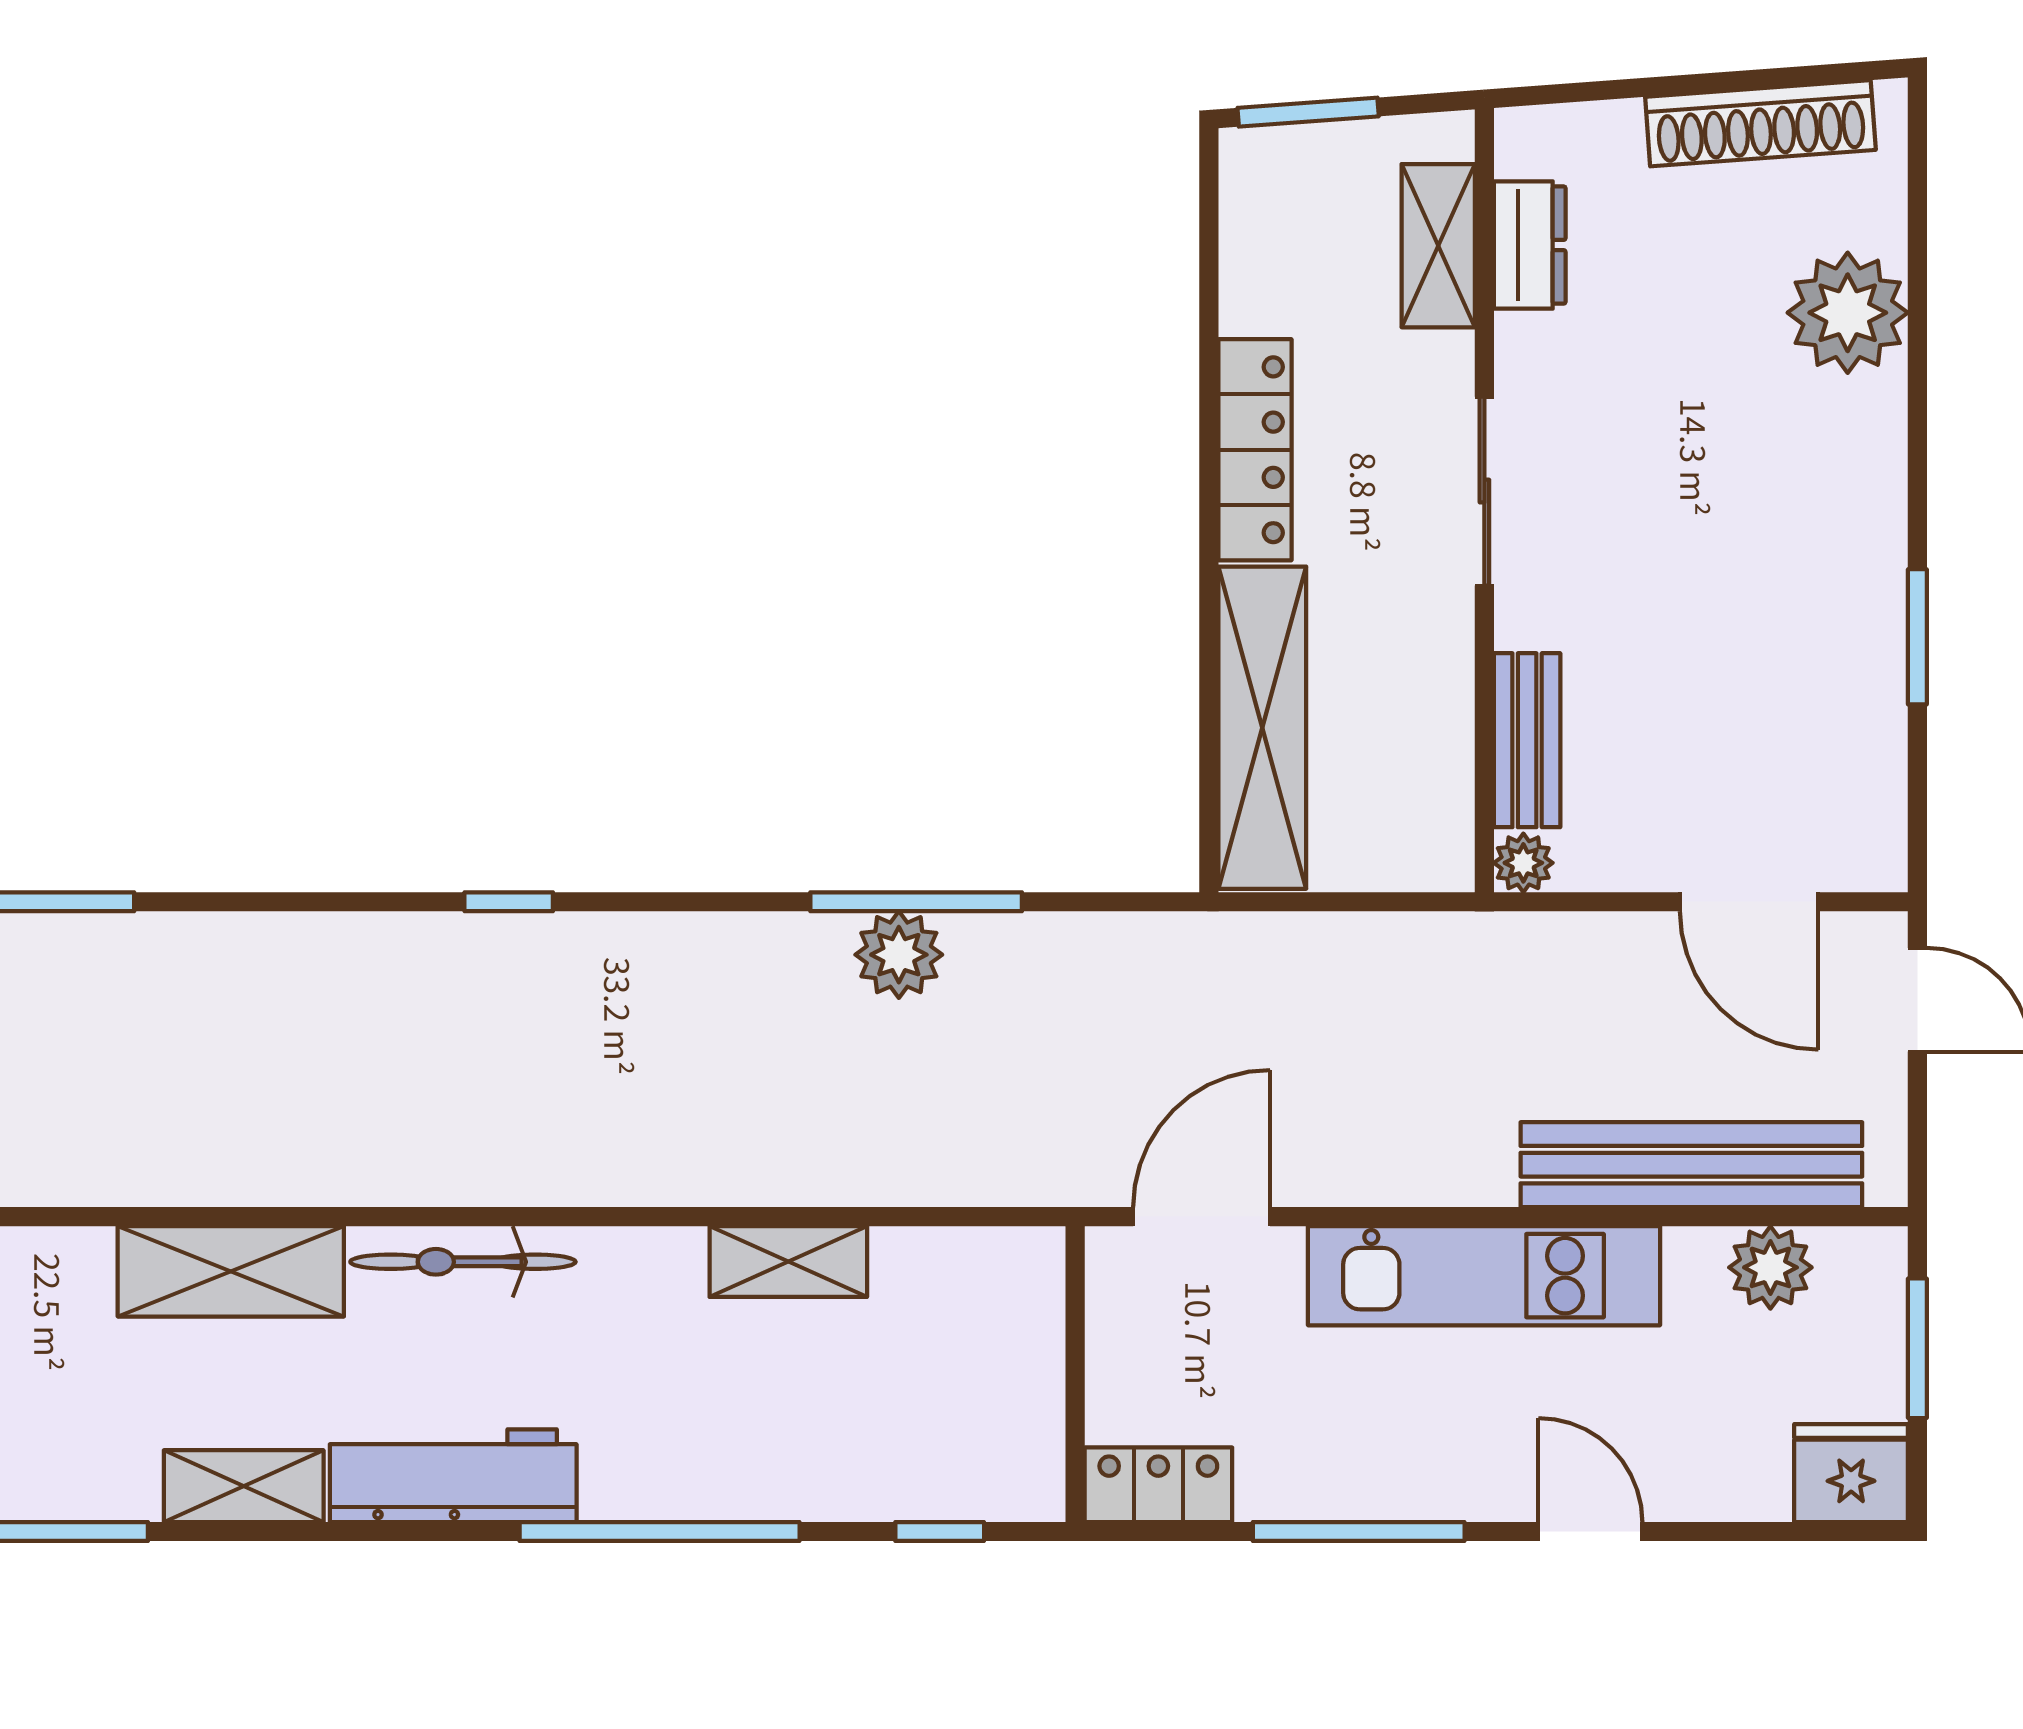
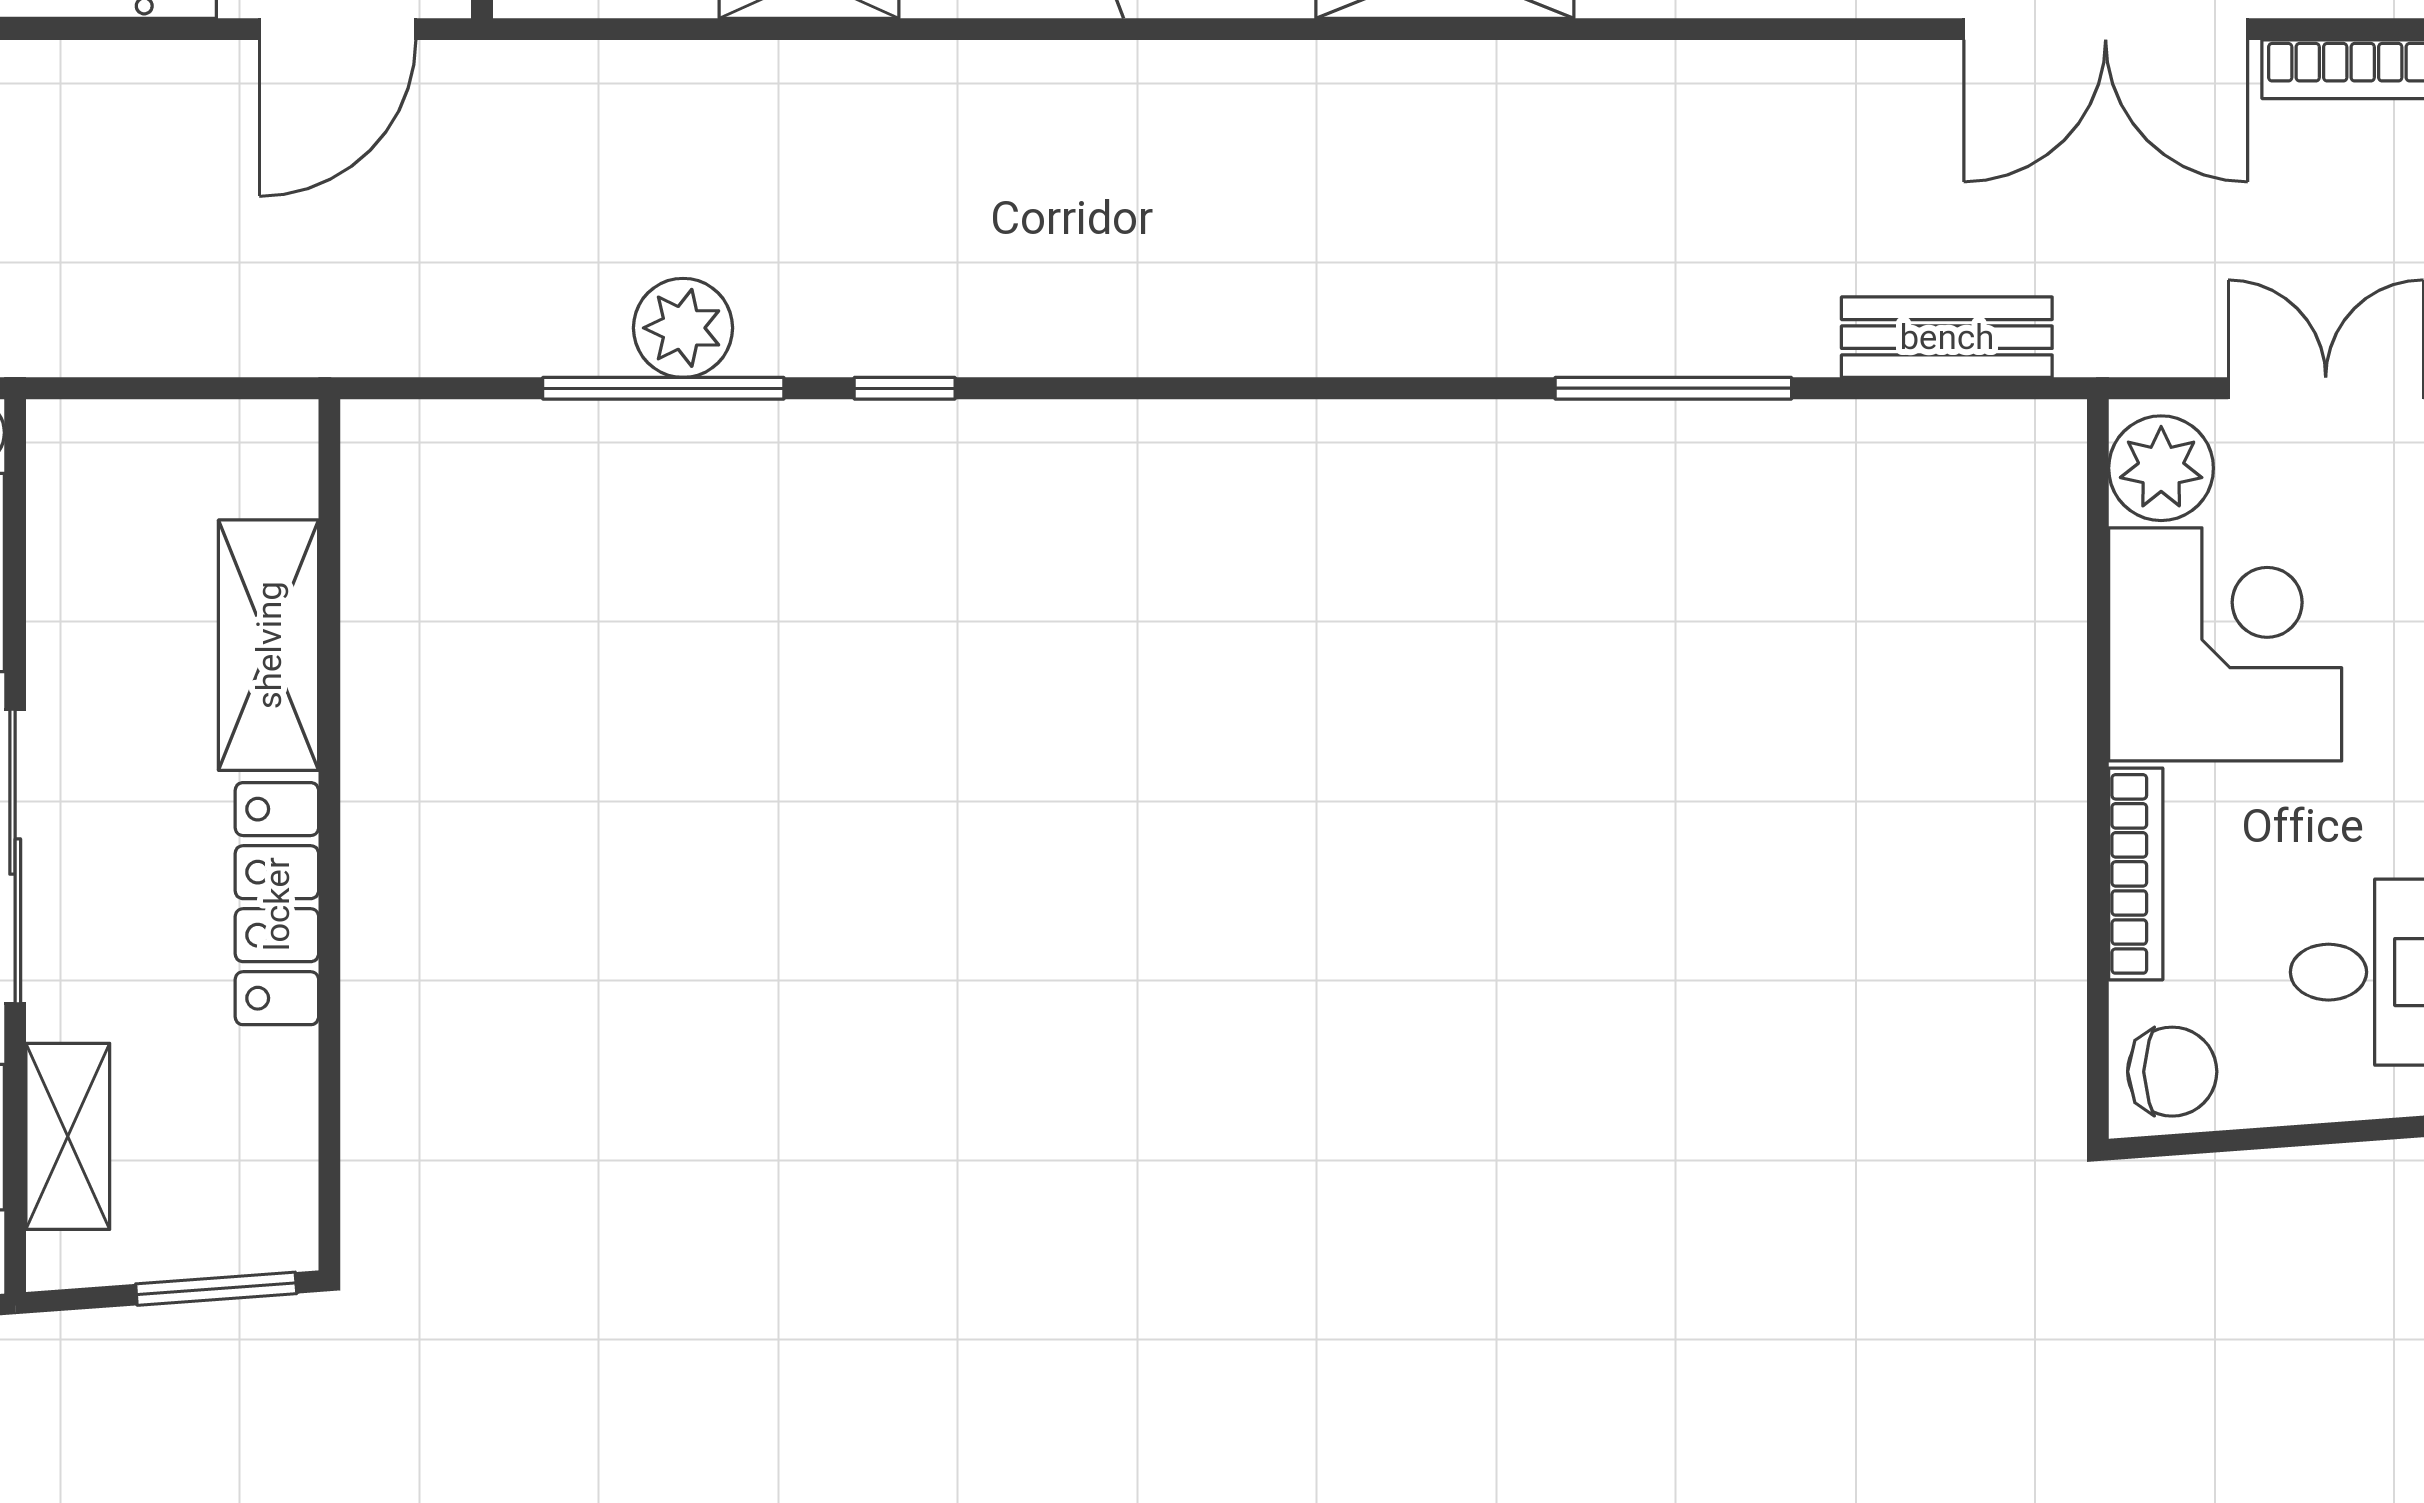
sliding door: (1484, 491) -> (15, 857), width x1.37
shelving: (1262, 728) -> (269, 645), width x0.68
window: (509, 902) -> (905, 388), moved

